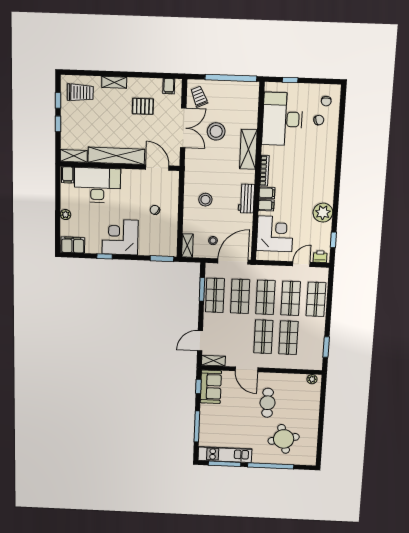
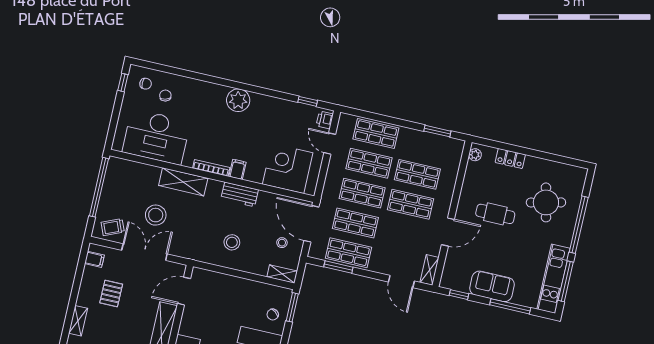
window: (290, 80) -> (123, 83), moved
filing cabinet: (266, 205) -> (252, 173), removed
chair: (155, 210) -> (273, 314), moved
plant: (323, 213) -> (238, 100), moved
sofa: (211, 387) -> (492, 286), moved
locker: (314, 406) -> (510, 158), added

